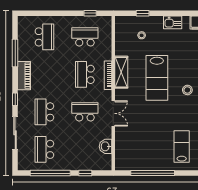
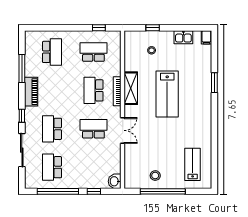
stool: (187, 90) -> (155, 175), moved
washbasin: (105, 146) -> (115, 181), moved

